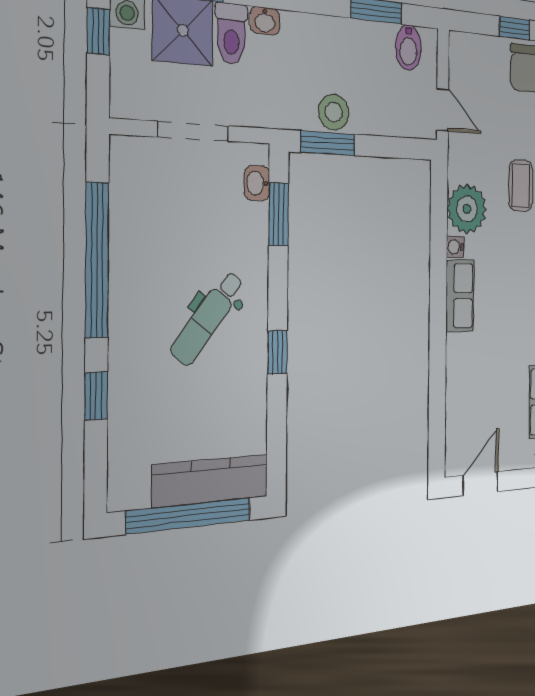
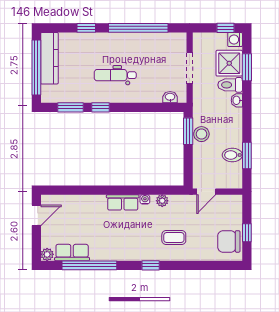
bidet: (408, 48) -> (232, 155), moved
plant: (467, 209) -> (162, 201), width x0.53, depth x0.53
window: (279, 214) -> (71, 107), moved
dental chair: (208, 318) -> (115, 75), turned -38
kitchen counter: (211, 481) -> (49, 58), moved
door: (480, 484) -> (36, 215), hinge flipped

